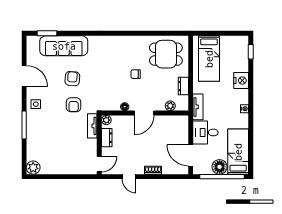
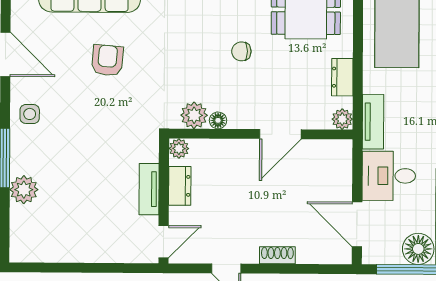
plant: (113, 104) -> (194, 115), added
armchair: (74, 105) -> (110, 116), removed
plant: (170, 106) -> (342, 119), moved
door: (144, 113) -> (280, 134), moved
tv unit: (92, 126) -> (149, 189), moved
plant: (33, 168) -> (24, 190), moved

